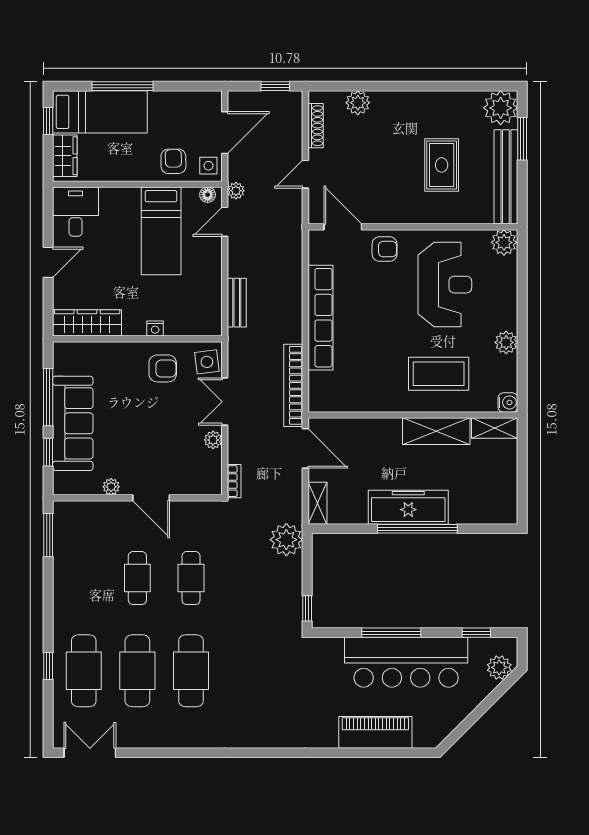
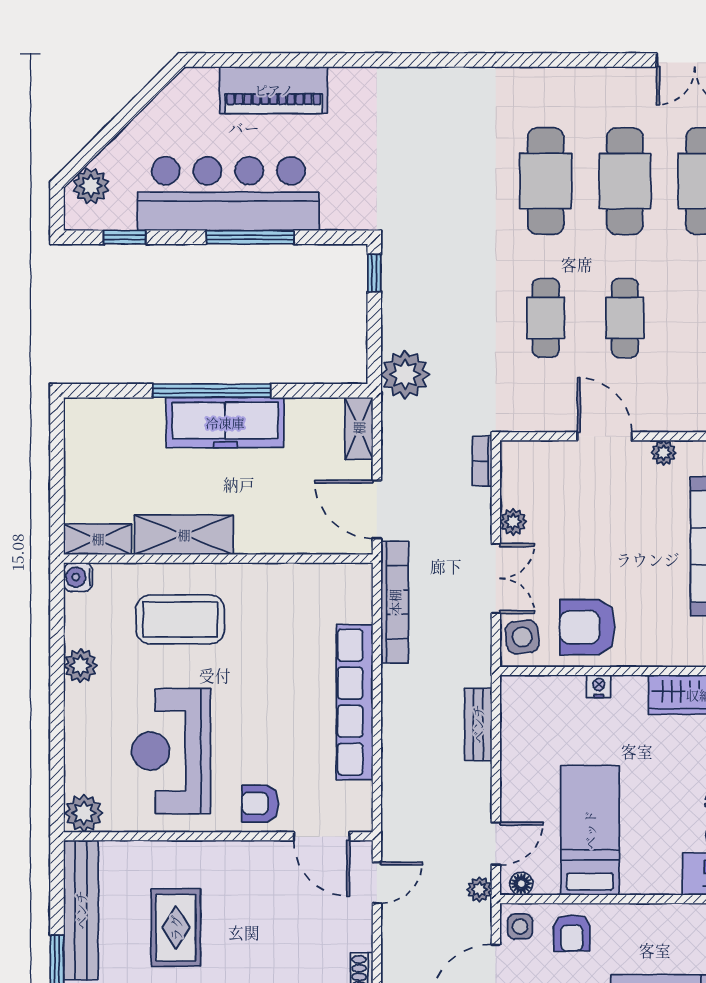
door: (305, 174) -> (377, 883), moved
armchair: (163, 368) -> (587, 627), width x1.38, depth x1.38

